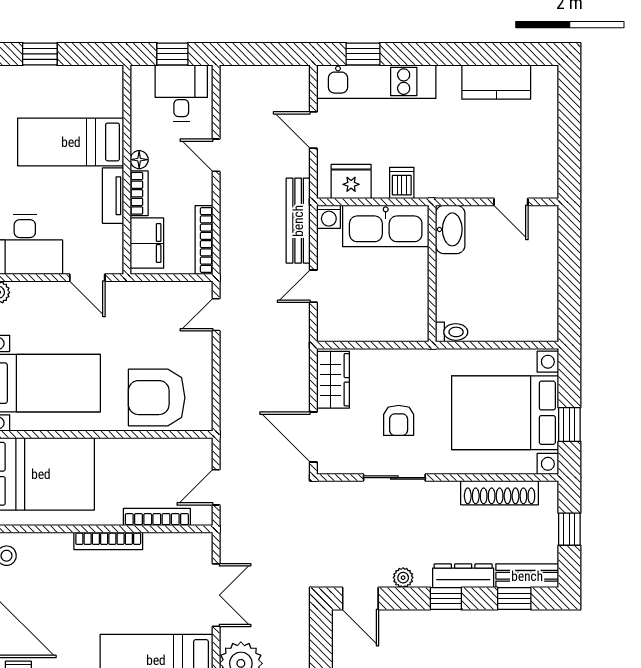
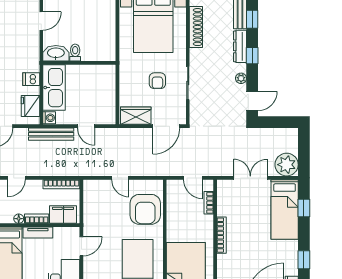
door: (216, 315) -> (120, 178), moved
toilet: (452, 332) -> (75, 53), moved
armchair: (399, 420) -> (157, 81), turned 90
bookcase: (157, 517) -> (209, 203), width x0.64

